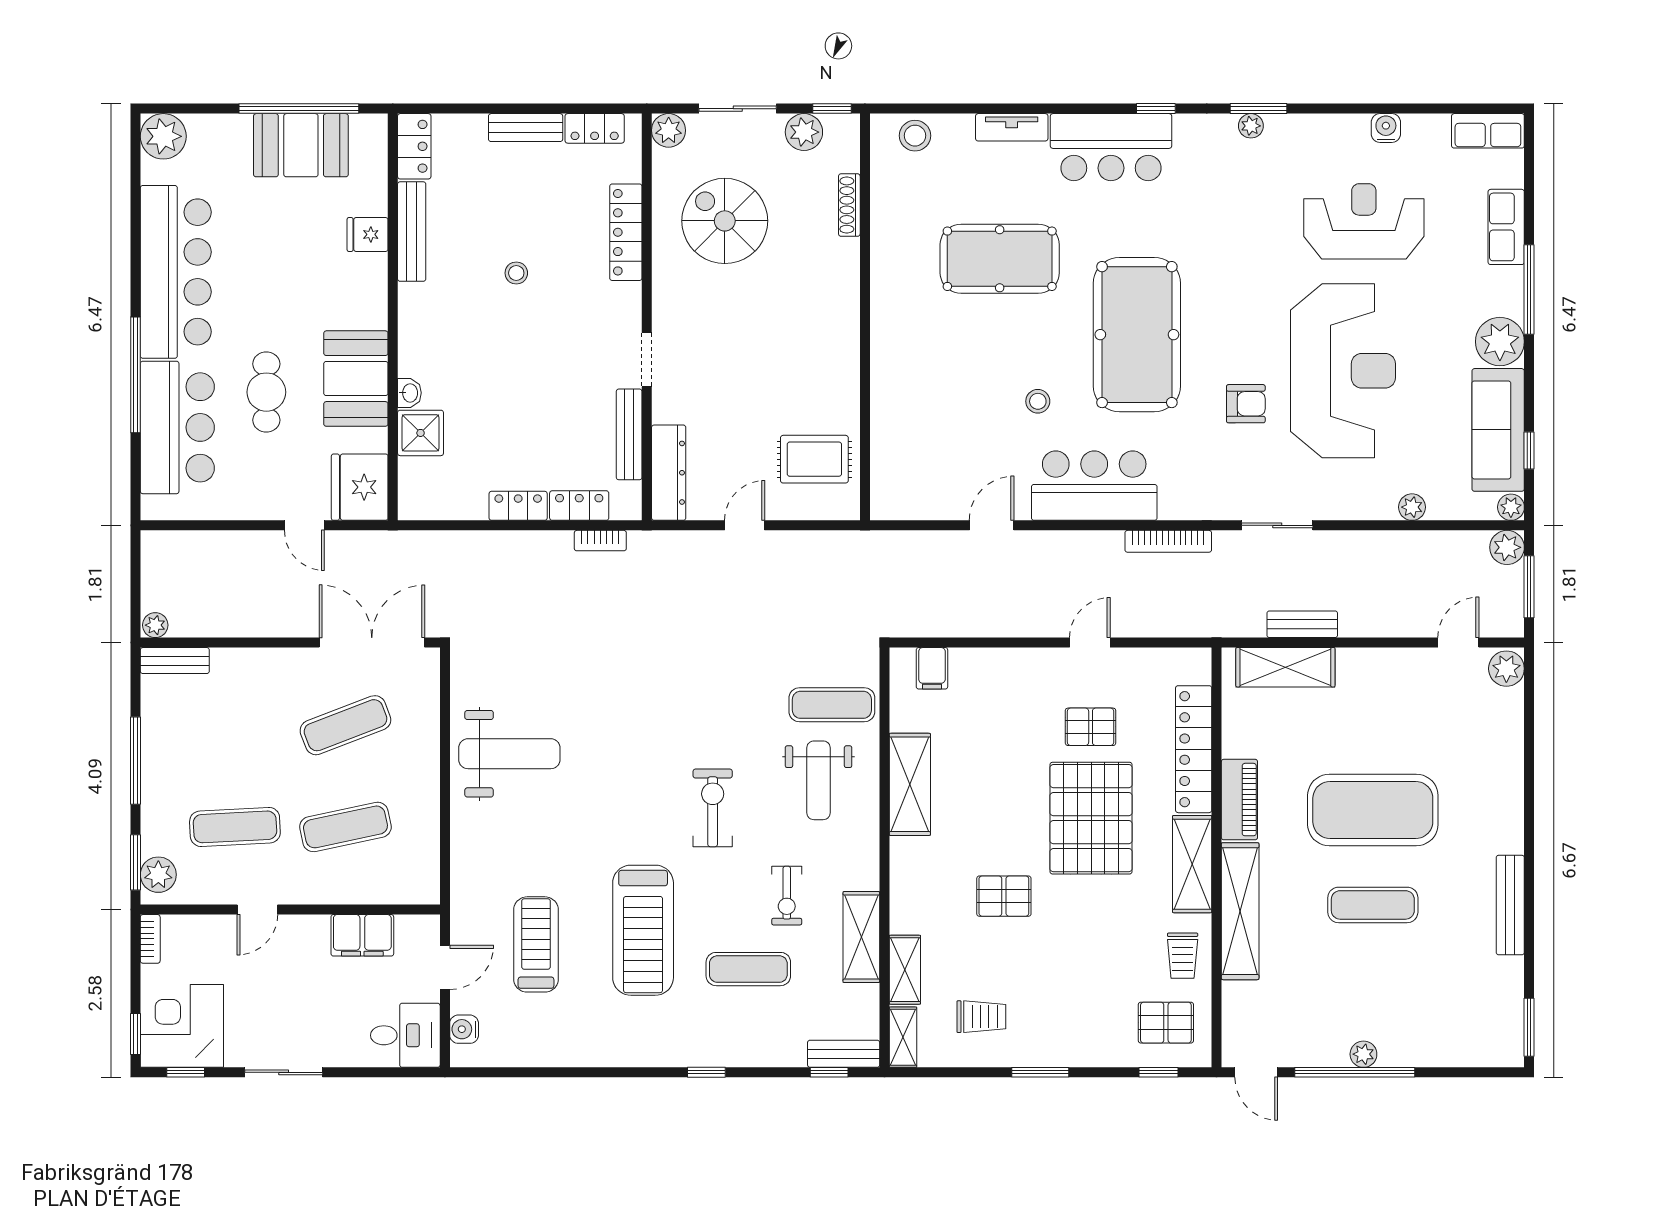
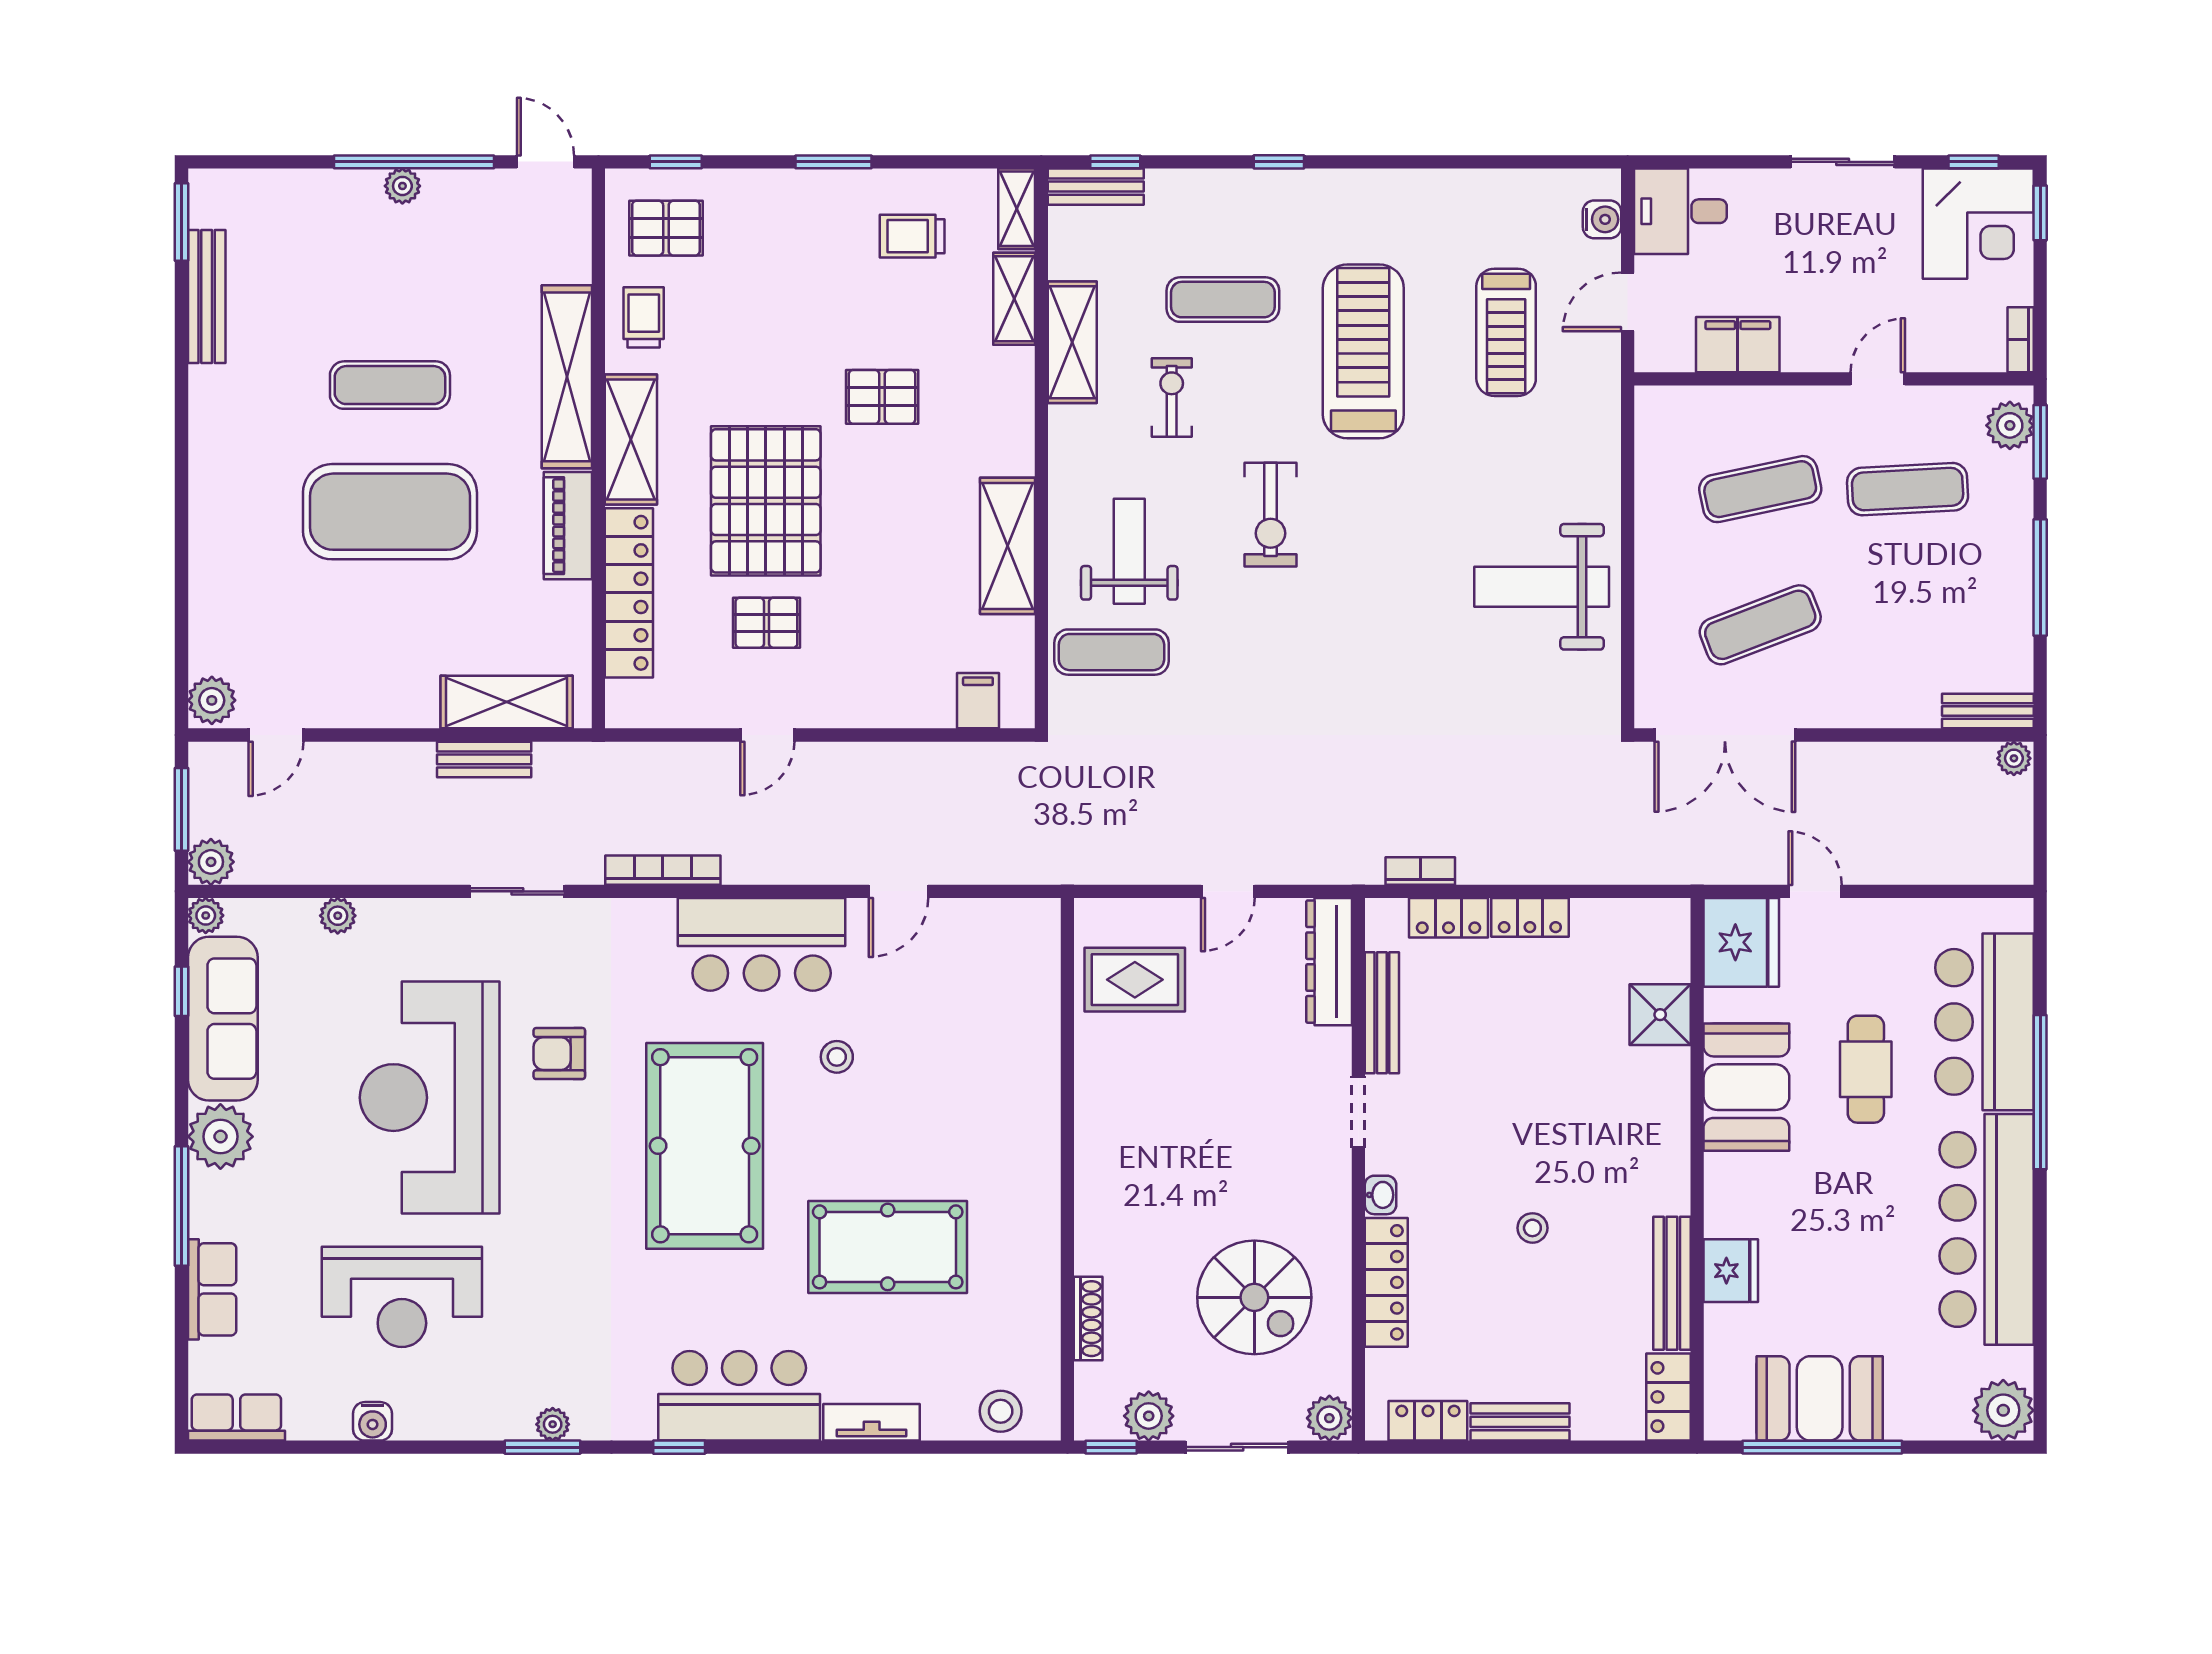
fridge: (368, 234) -> (1731, 1271), width x1.38
washbasin: (409, 393) -> (1381, 1195), moved, turned 180
bench: (1510, 905) -> (207, 297), moved

